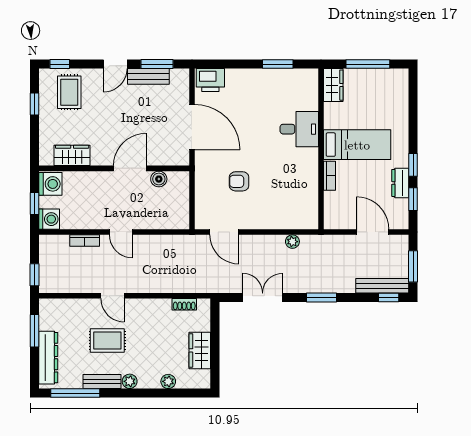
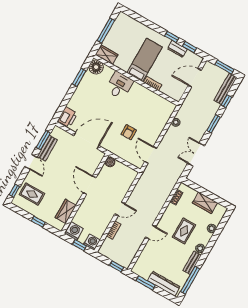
floor lamp: (307, 80) -> (96, 67), added
window: (34, 104) -> (38, 222), moved
boiler: (159, 179) -> (110, 162), moved
door: (224, 232) -> (151, 155), swing flipped
window: (389, 298) -> (226, 101), moved
rug: (107, 341) -> (184, 231), moved

